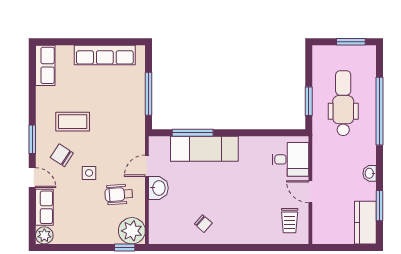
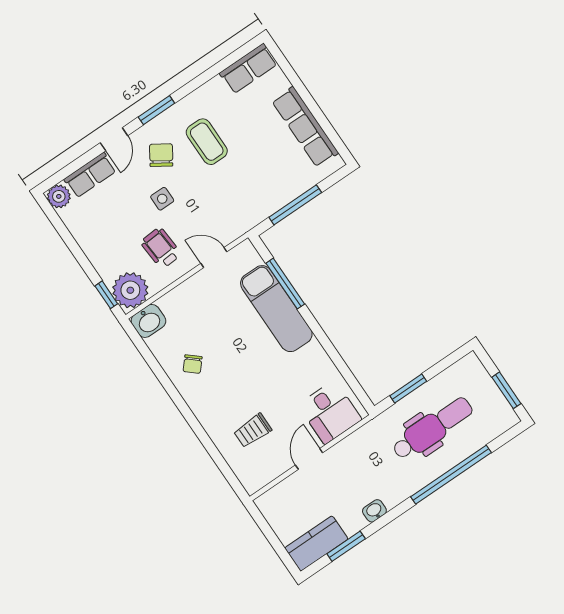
washbasin: (158, 188) -> (148, 321), moved
trolley: (290, 221) -> (253, 430), moved

